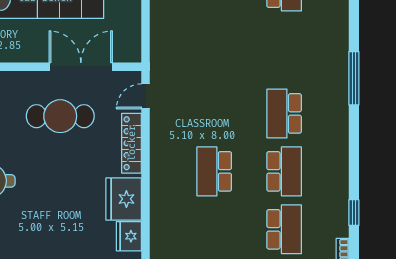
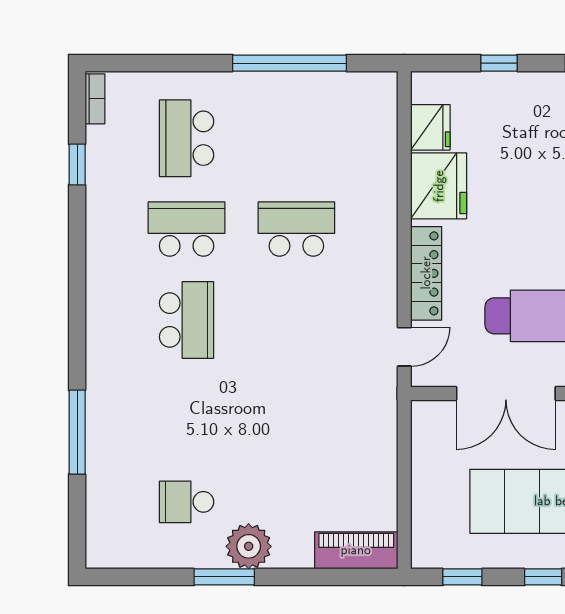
window: (354, 78) -> (77, 432), moved
school desk: (214, 171) -> (296, 229), turned -90
school desk: (284, 171) -> (187, 229), turned 90

